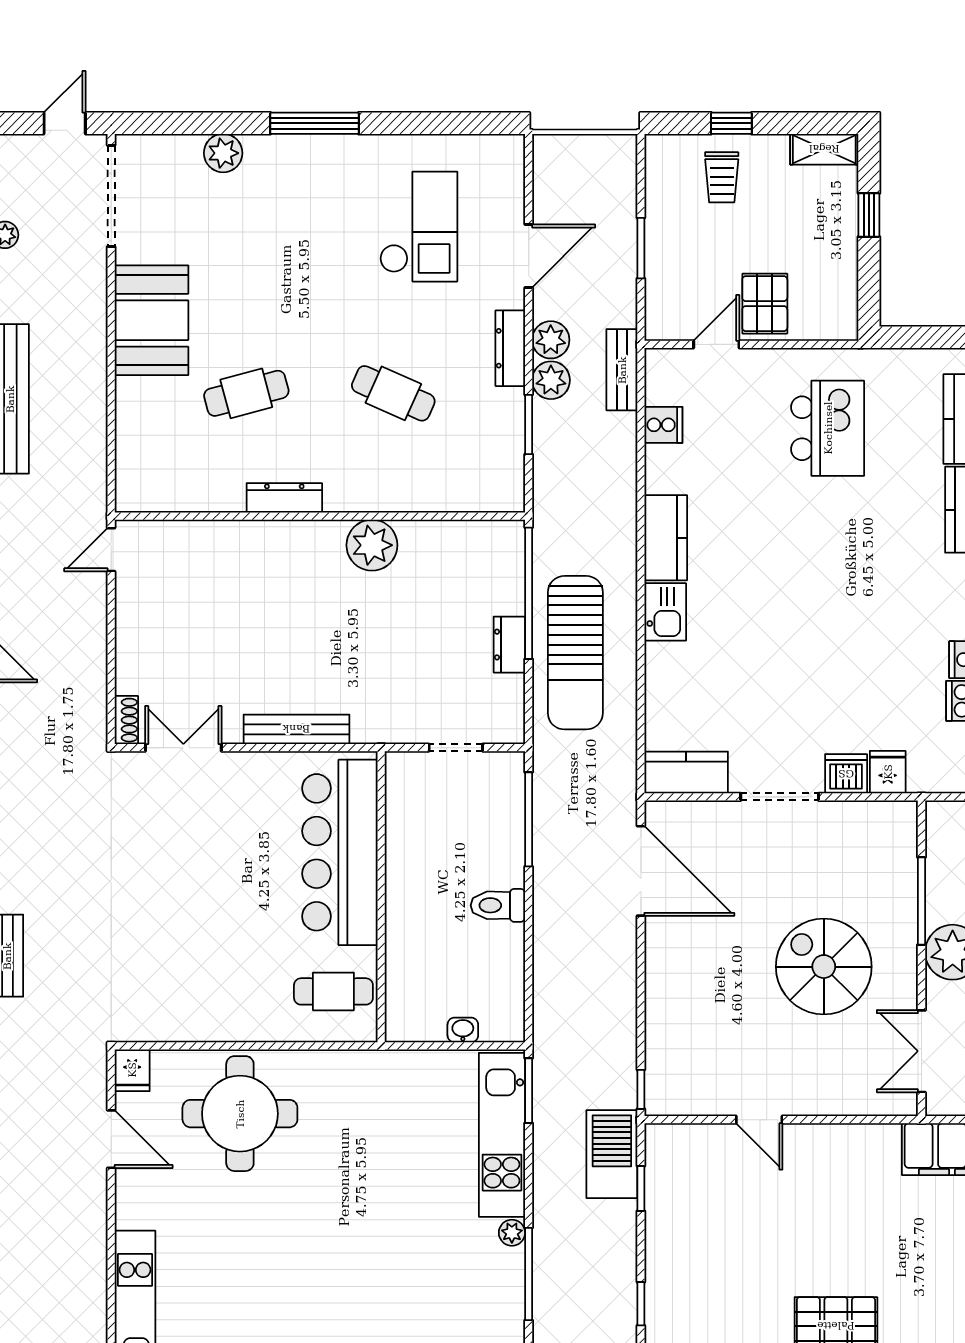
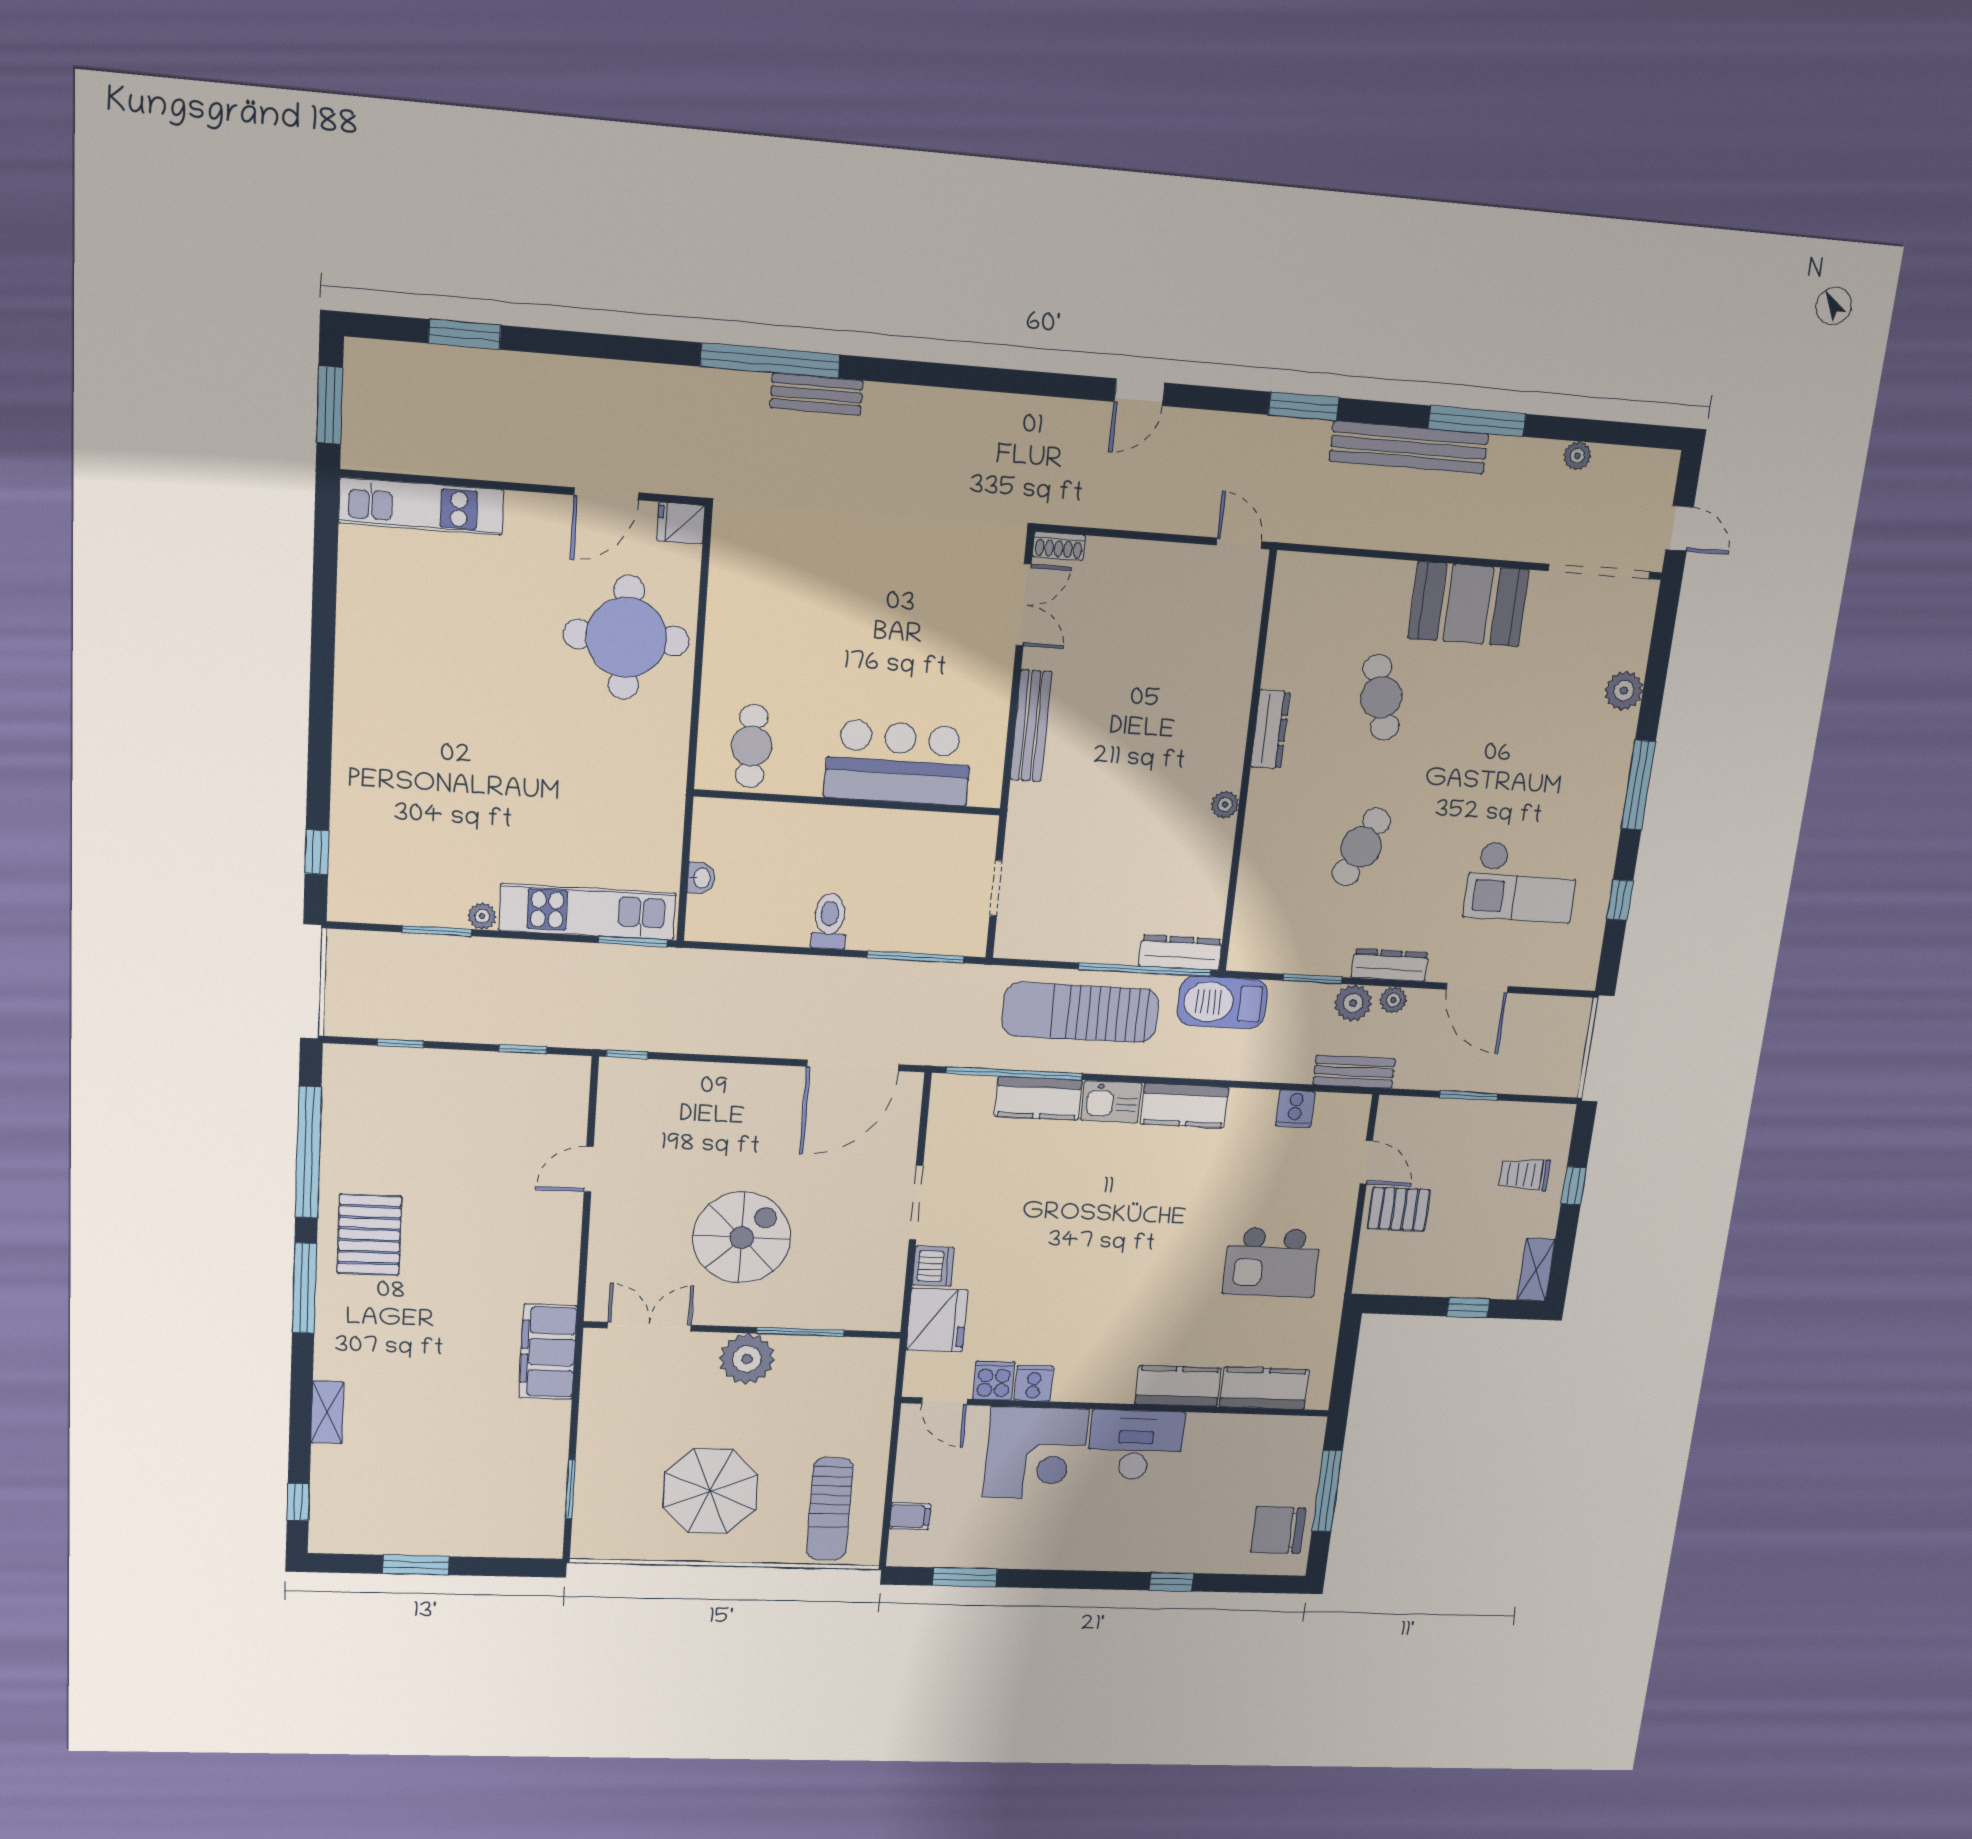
window: (431, 123) -> (1620, 900), added
plant: (551, 340) -> (1393, 1000), width x0.73, depth x0.73
plant: (372, 545) -> (1225, 804), width x0.53, depth x0.53
dresser: (509, 645) -> (1181, 952), moved, width x1.44
window: (641, 712) -> (1014, 1073), added
kitchen counter: (686, 772) -> (1038, 1098), moved, turned 90
fridge: (888, 772) -> (937, 1320), width x1.88, depth x1.34
bar counter: (340, 852) -> (898, 763), width x0.73
barbecue: (612, 1154) -> (1222, 1002), moved, turned 180
window: (529, 1274) -> (437, 931), width x0.69

